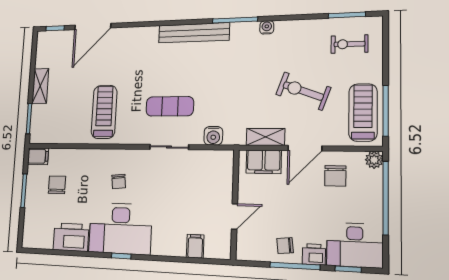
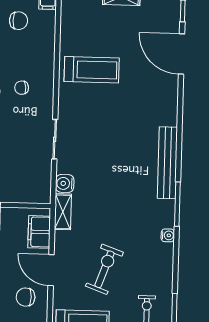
exercise mat: (170, 106) -> (95, 139), removed
shelving: (265, 137) -> (63, 212), moved

